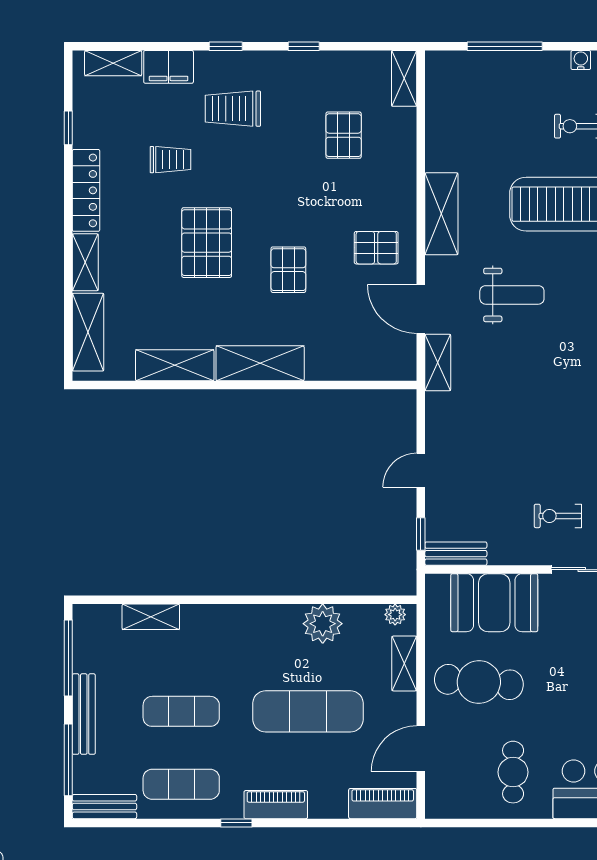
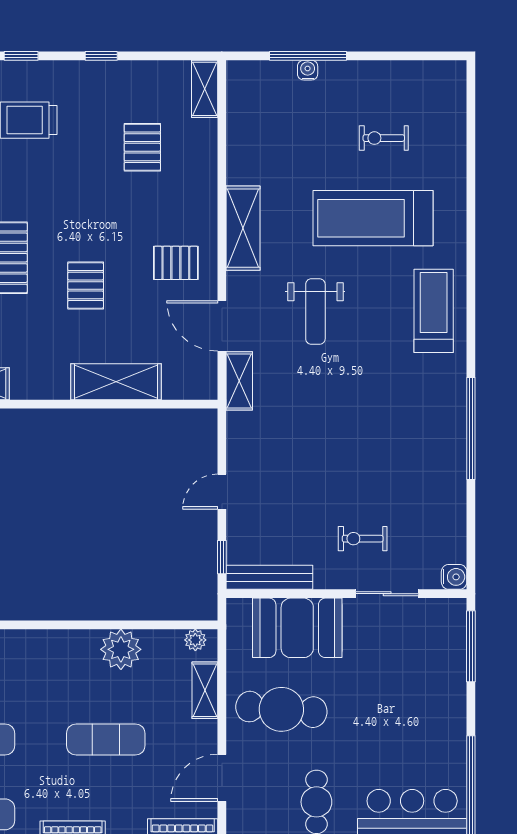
water cooler: (581, 60) -> (308, 70), moved
weight bench: (512, 295) -> (315, 312), turned 90
shelving: (260, 363) -> (116, 382), moved
bench: (456, 554) -> (269, 577), width x1.36
exercise mat: (308, 711) -> (106, 739), width x0.73, depth x0.69

